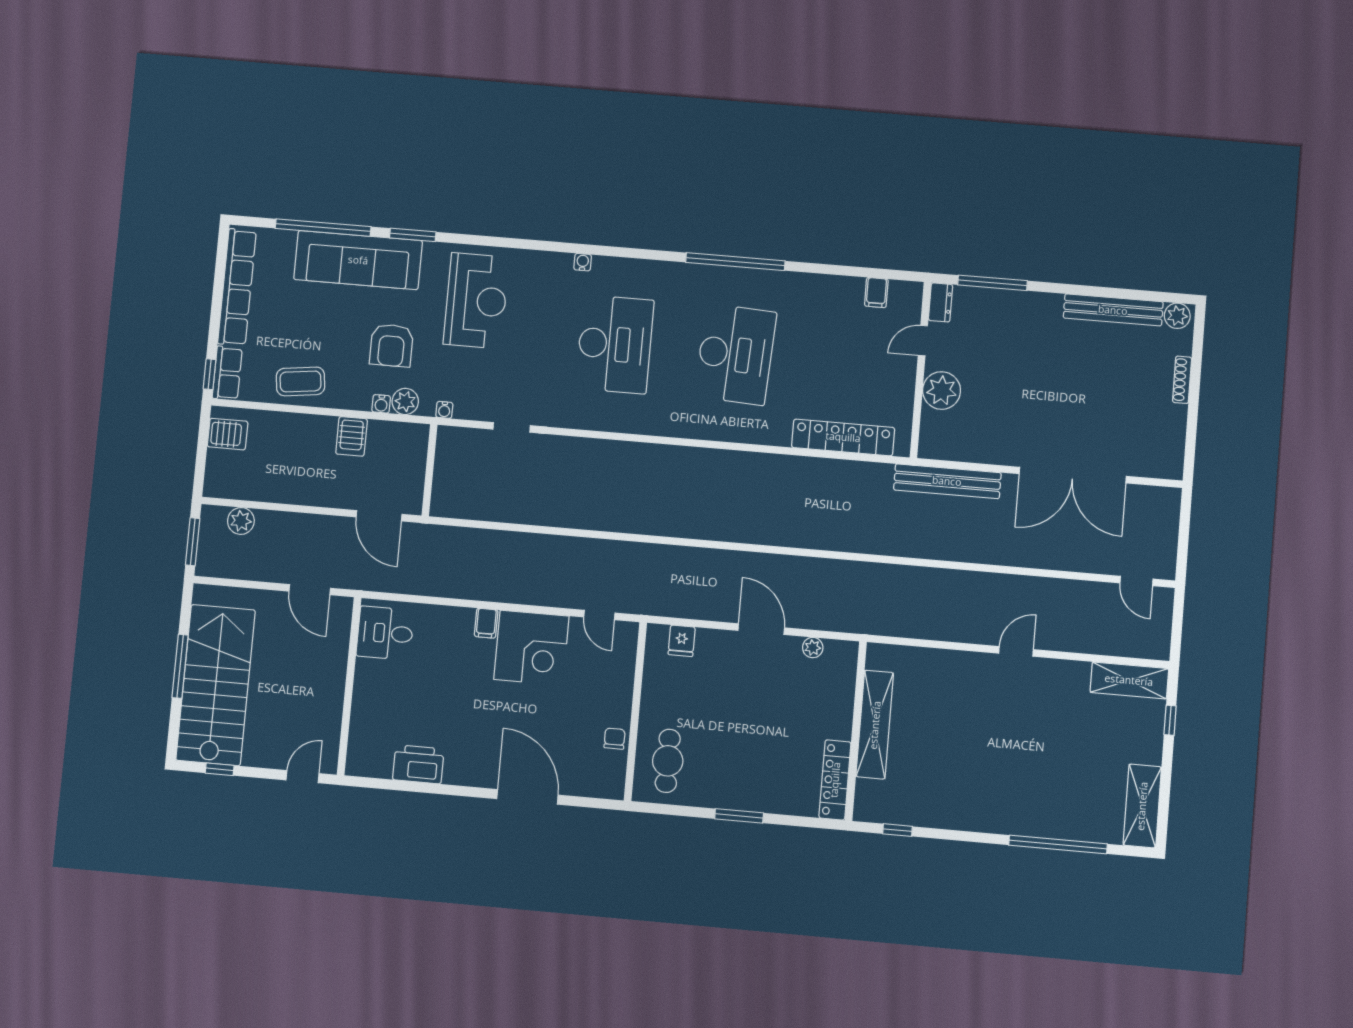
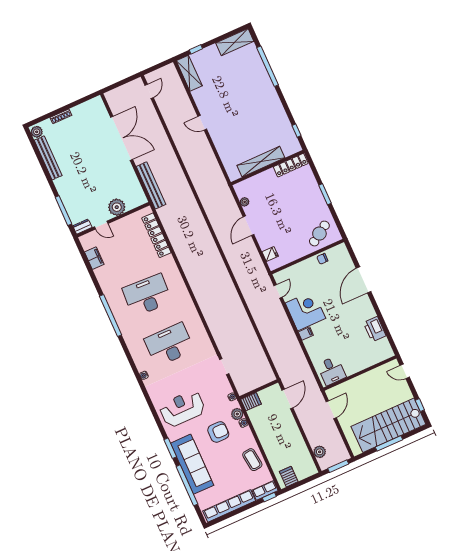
filing cabinet: (876, 293) -> (94, 258), width x2.00
server rack: (352, 436) -> (251, 402), moved
cafe table: (668, 761) -> (319, 233), turned -33

